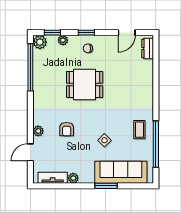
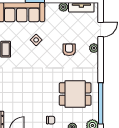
dining table: (85, 84) -> (75, 94), moved

